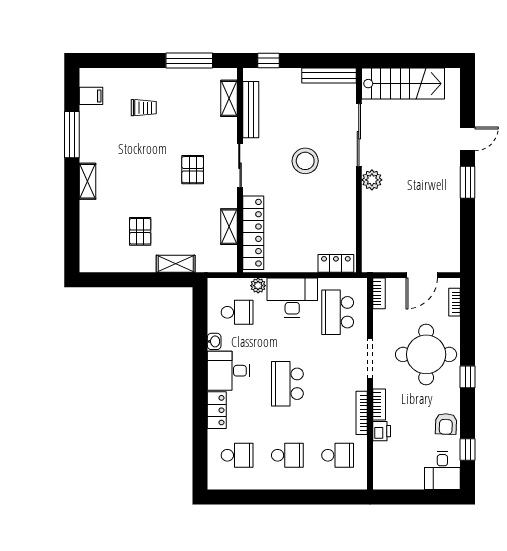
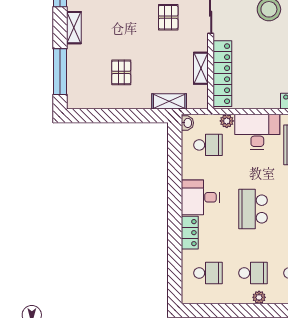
window: (72, 231) -> (60, 72), added
shelving: (176, 264) -> (169, 101), moved
washbasin: (214, 341) -> (187, 123), moved
plant: (294, 482) -> (259, 297), added

